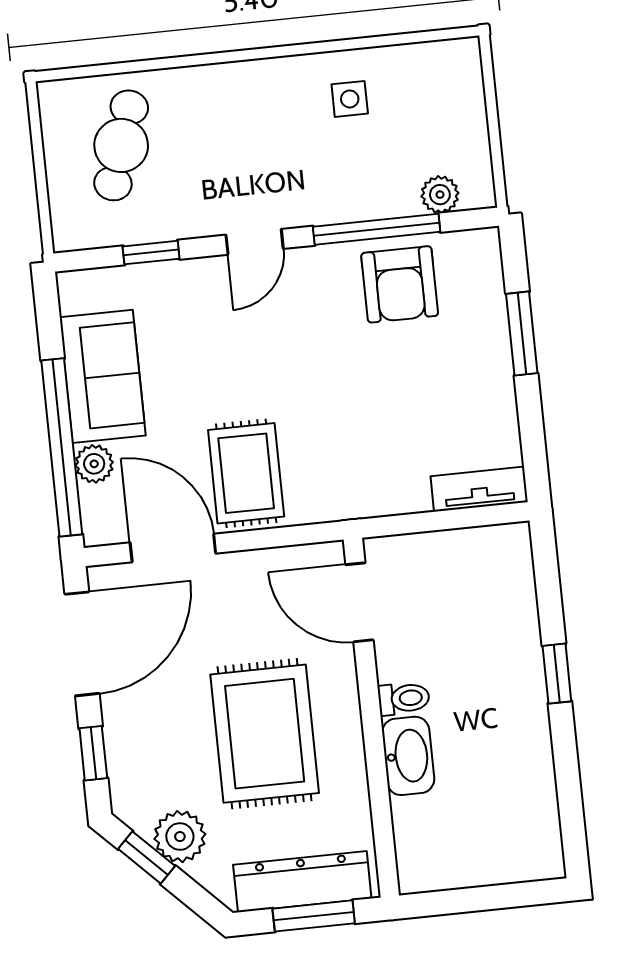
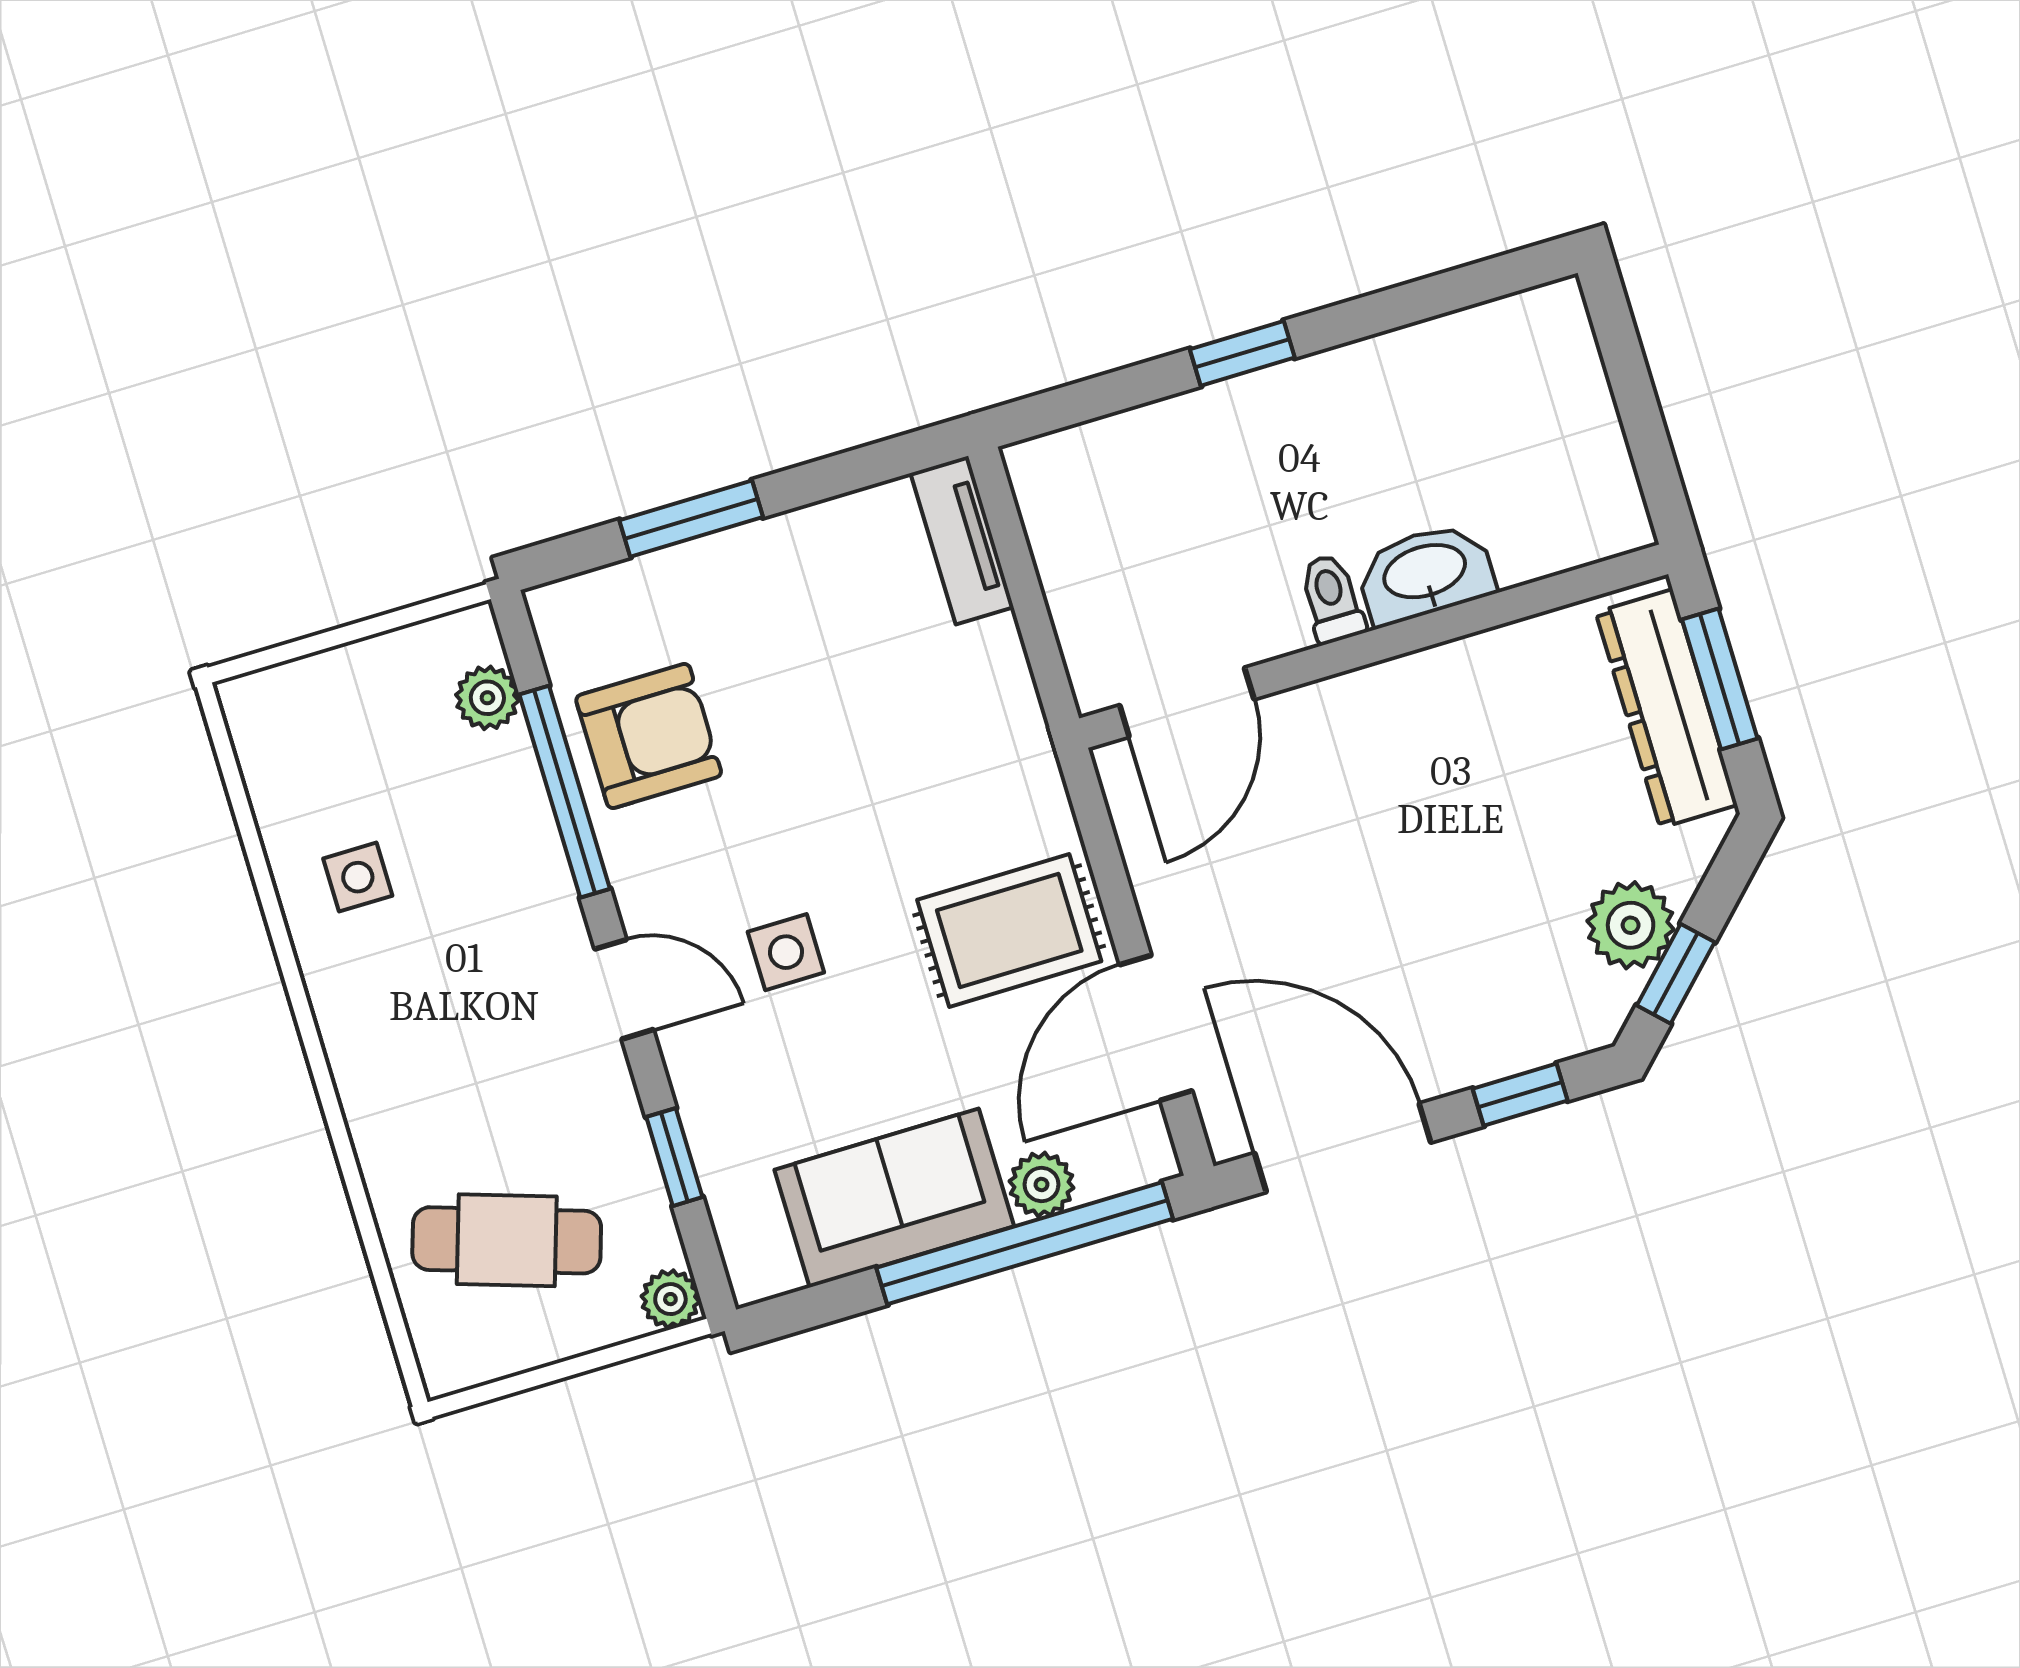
plant: (69, 234) -> (670, 1299), added
side table: (258, 341) -> (786, 952), added
rug: (265, 734) -> (1434, 818), removed

